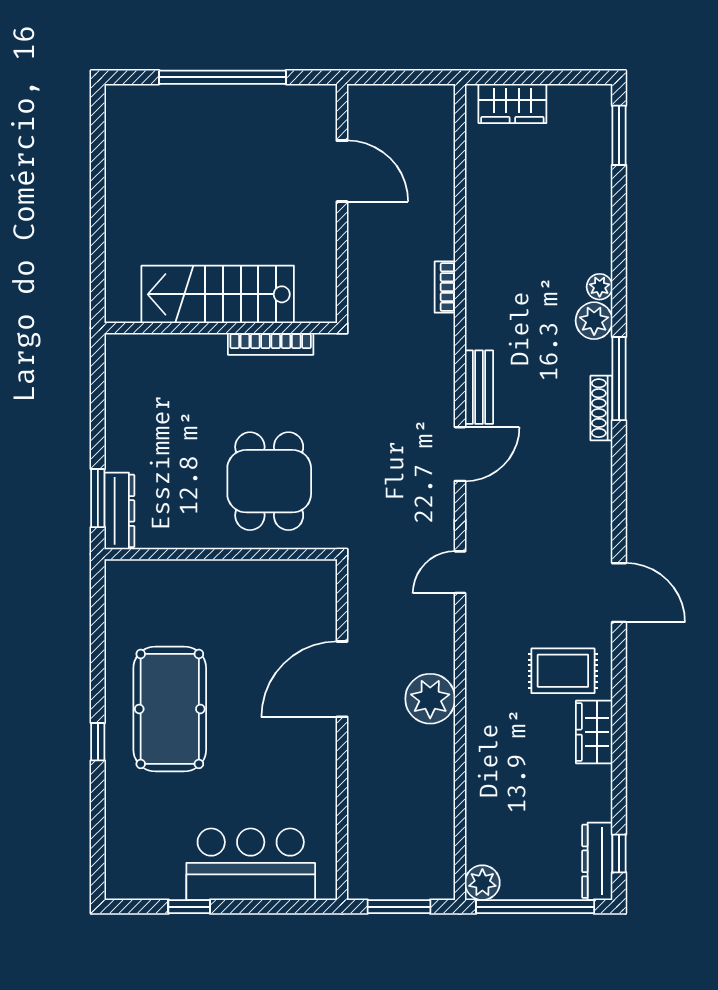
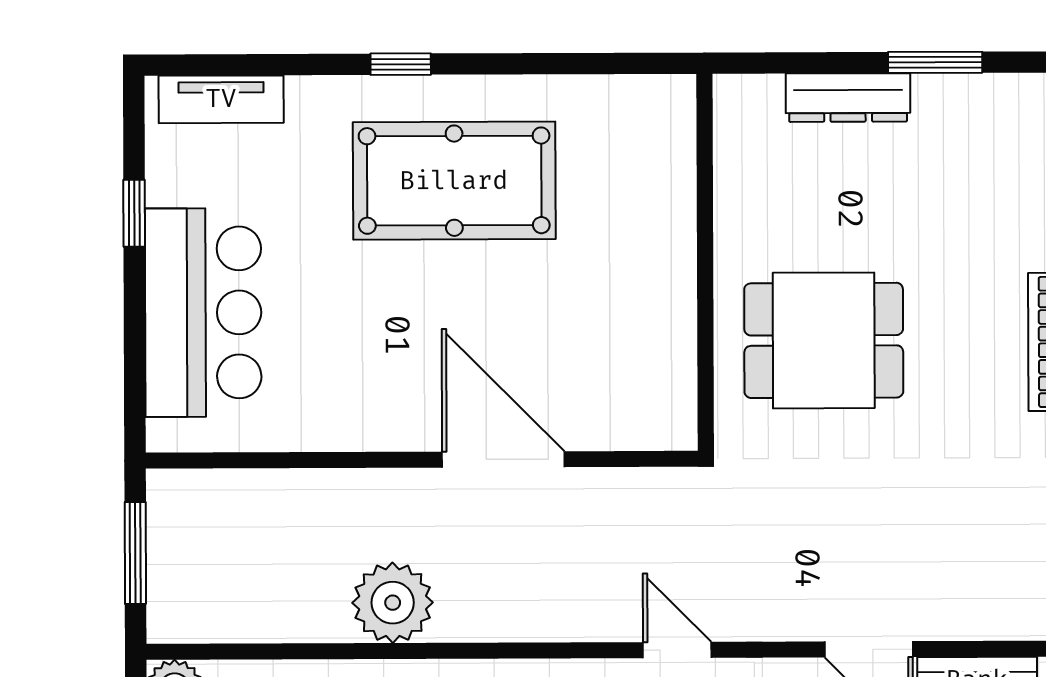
window: (98, 498) -> (935, 62), moved
dresser: (119, 511) -> (848, 98), moved
plant: (430, 699) -> (393, 603), moved
tv unit: (119, 853) -> (221, 99), added

